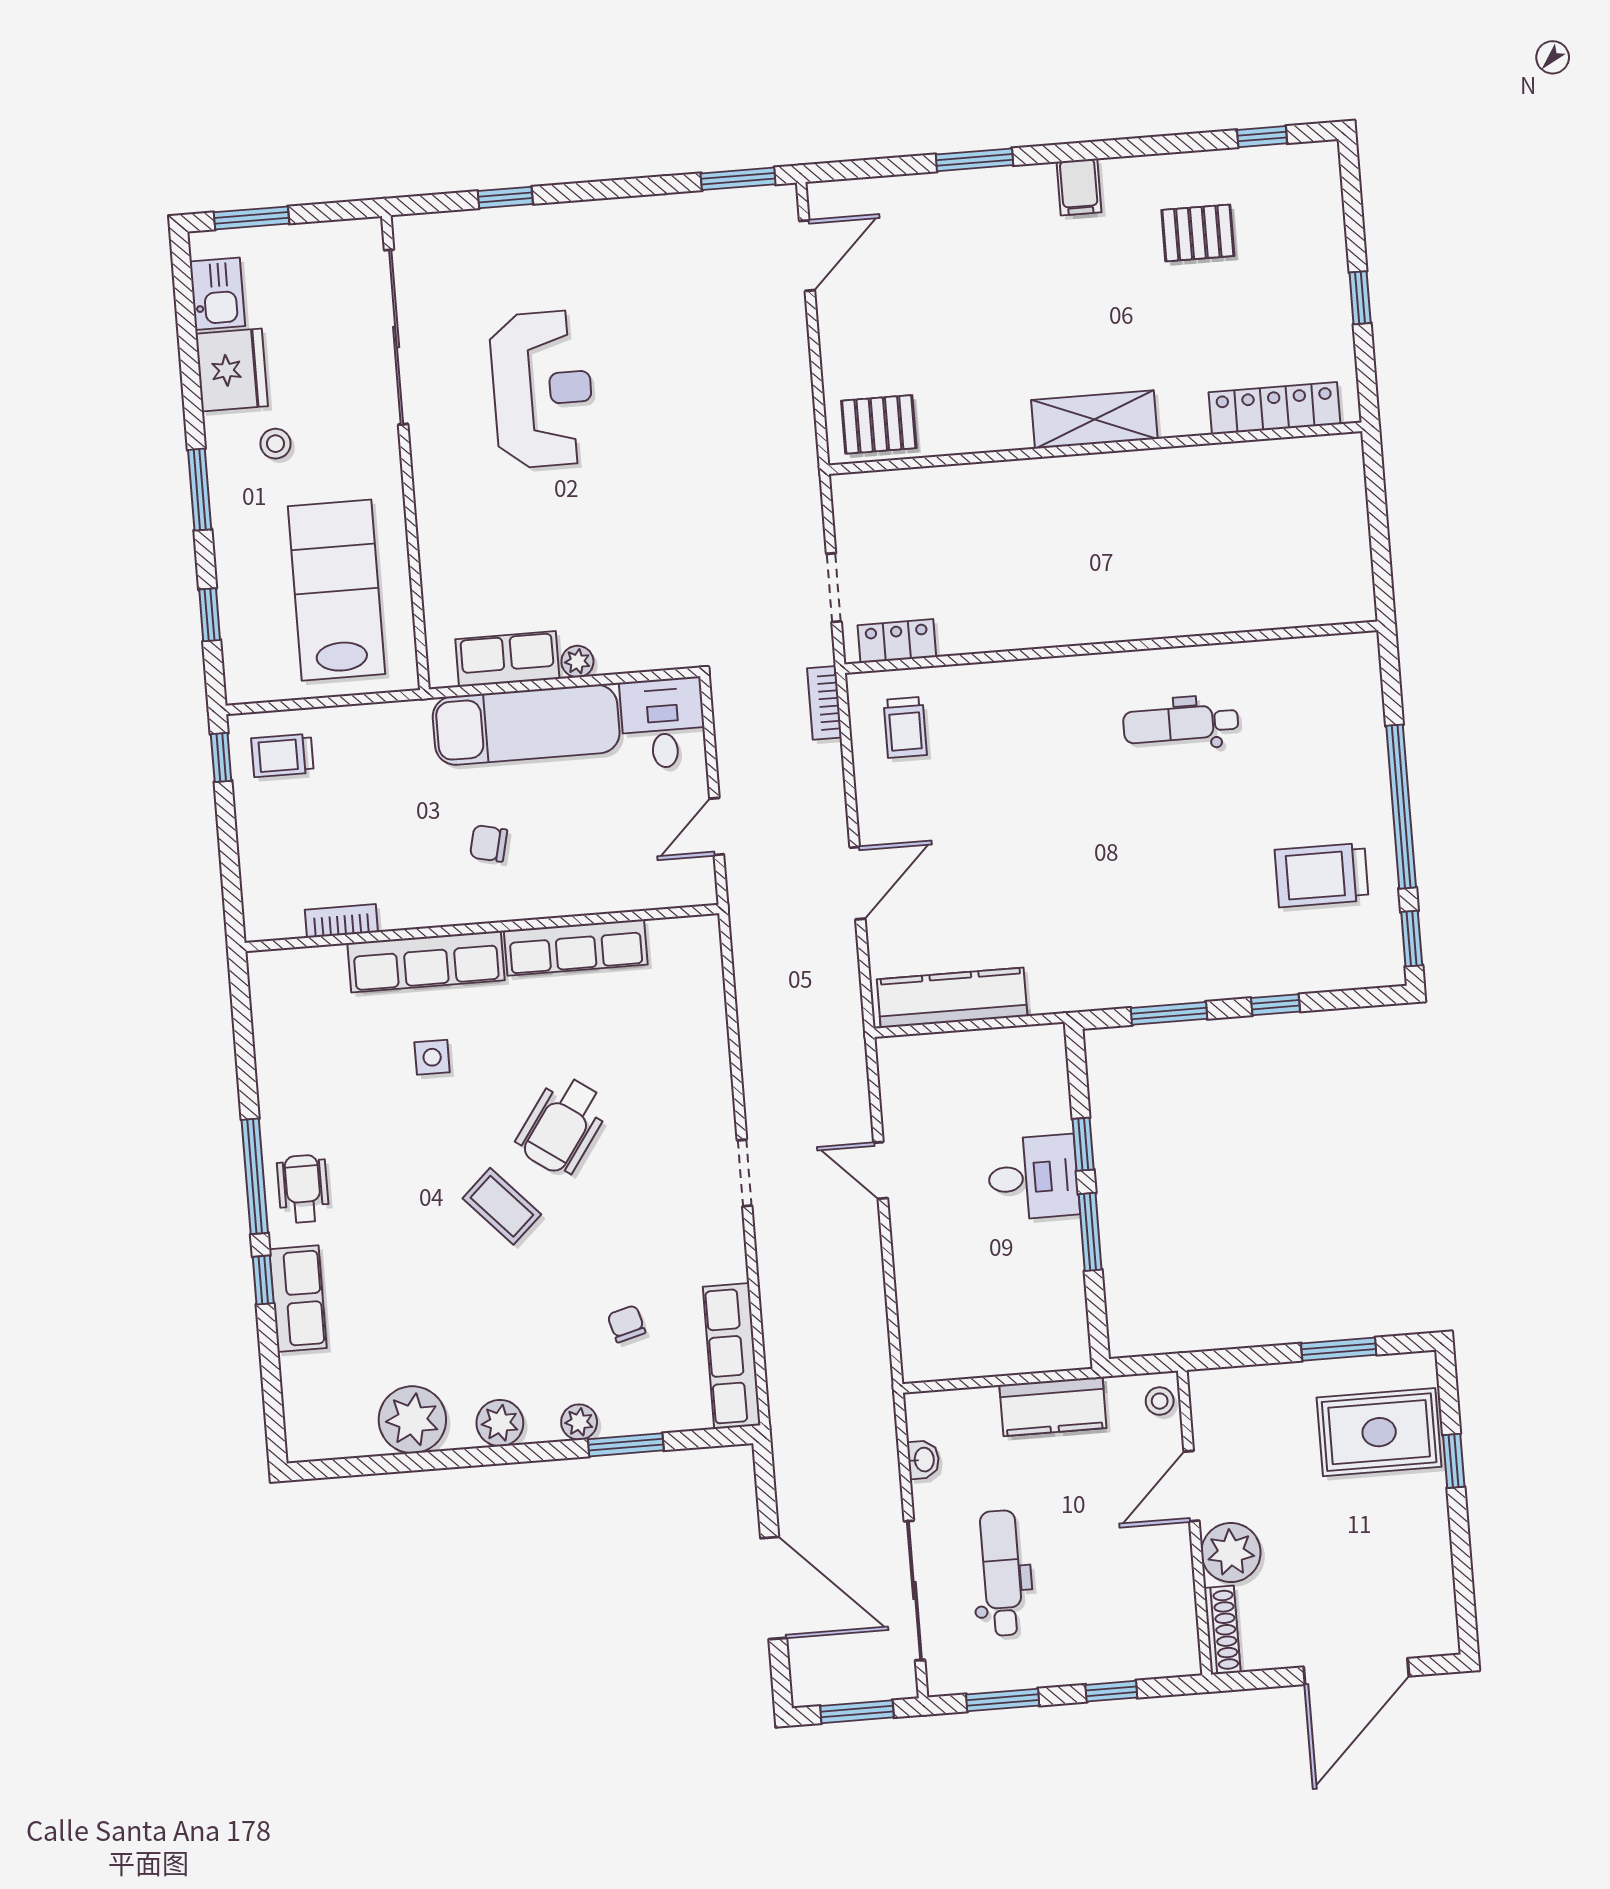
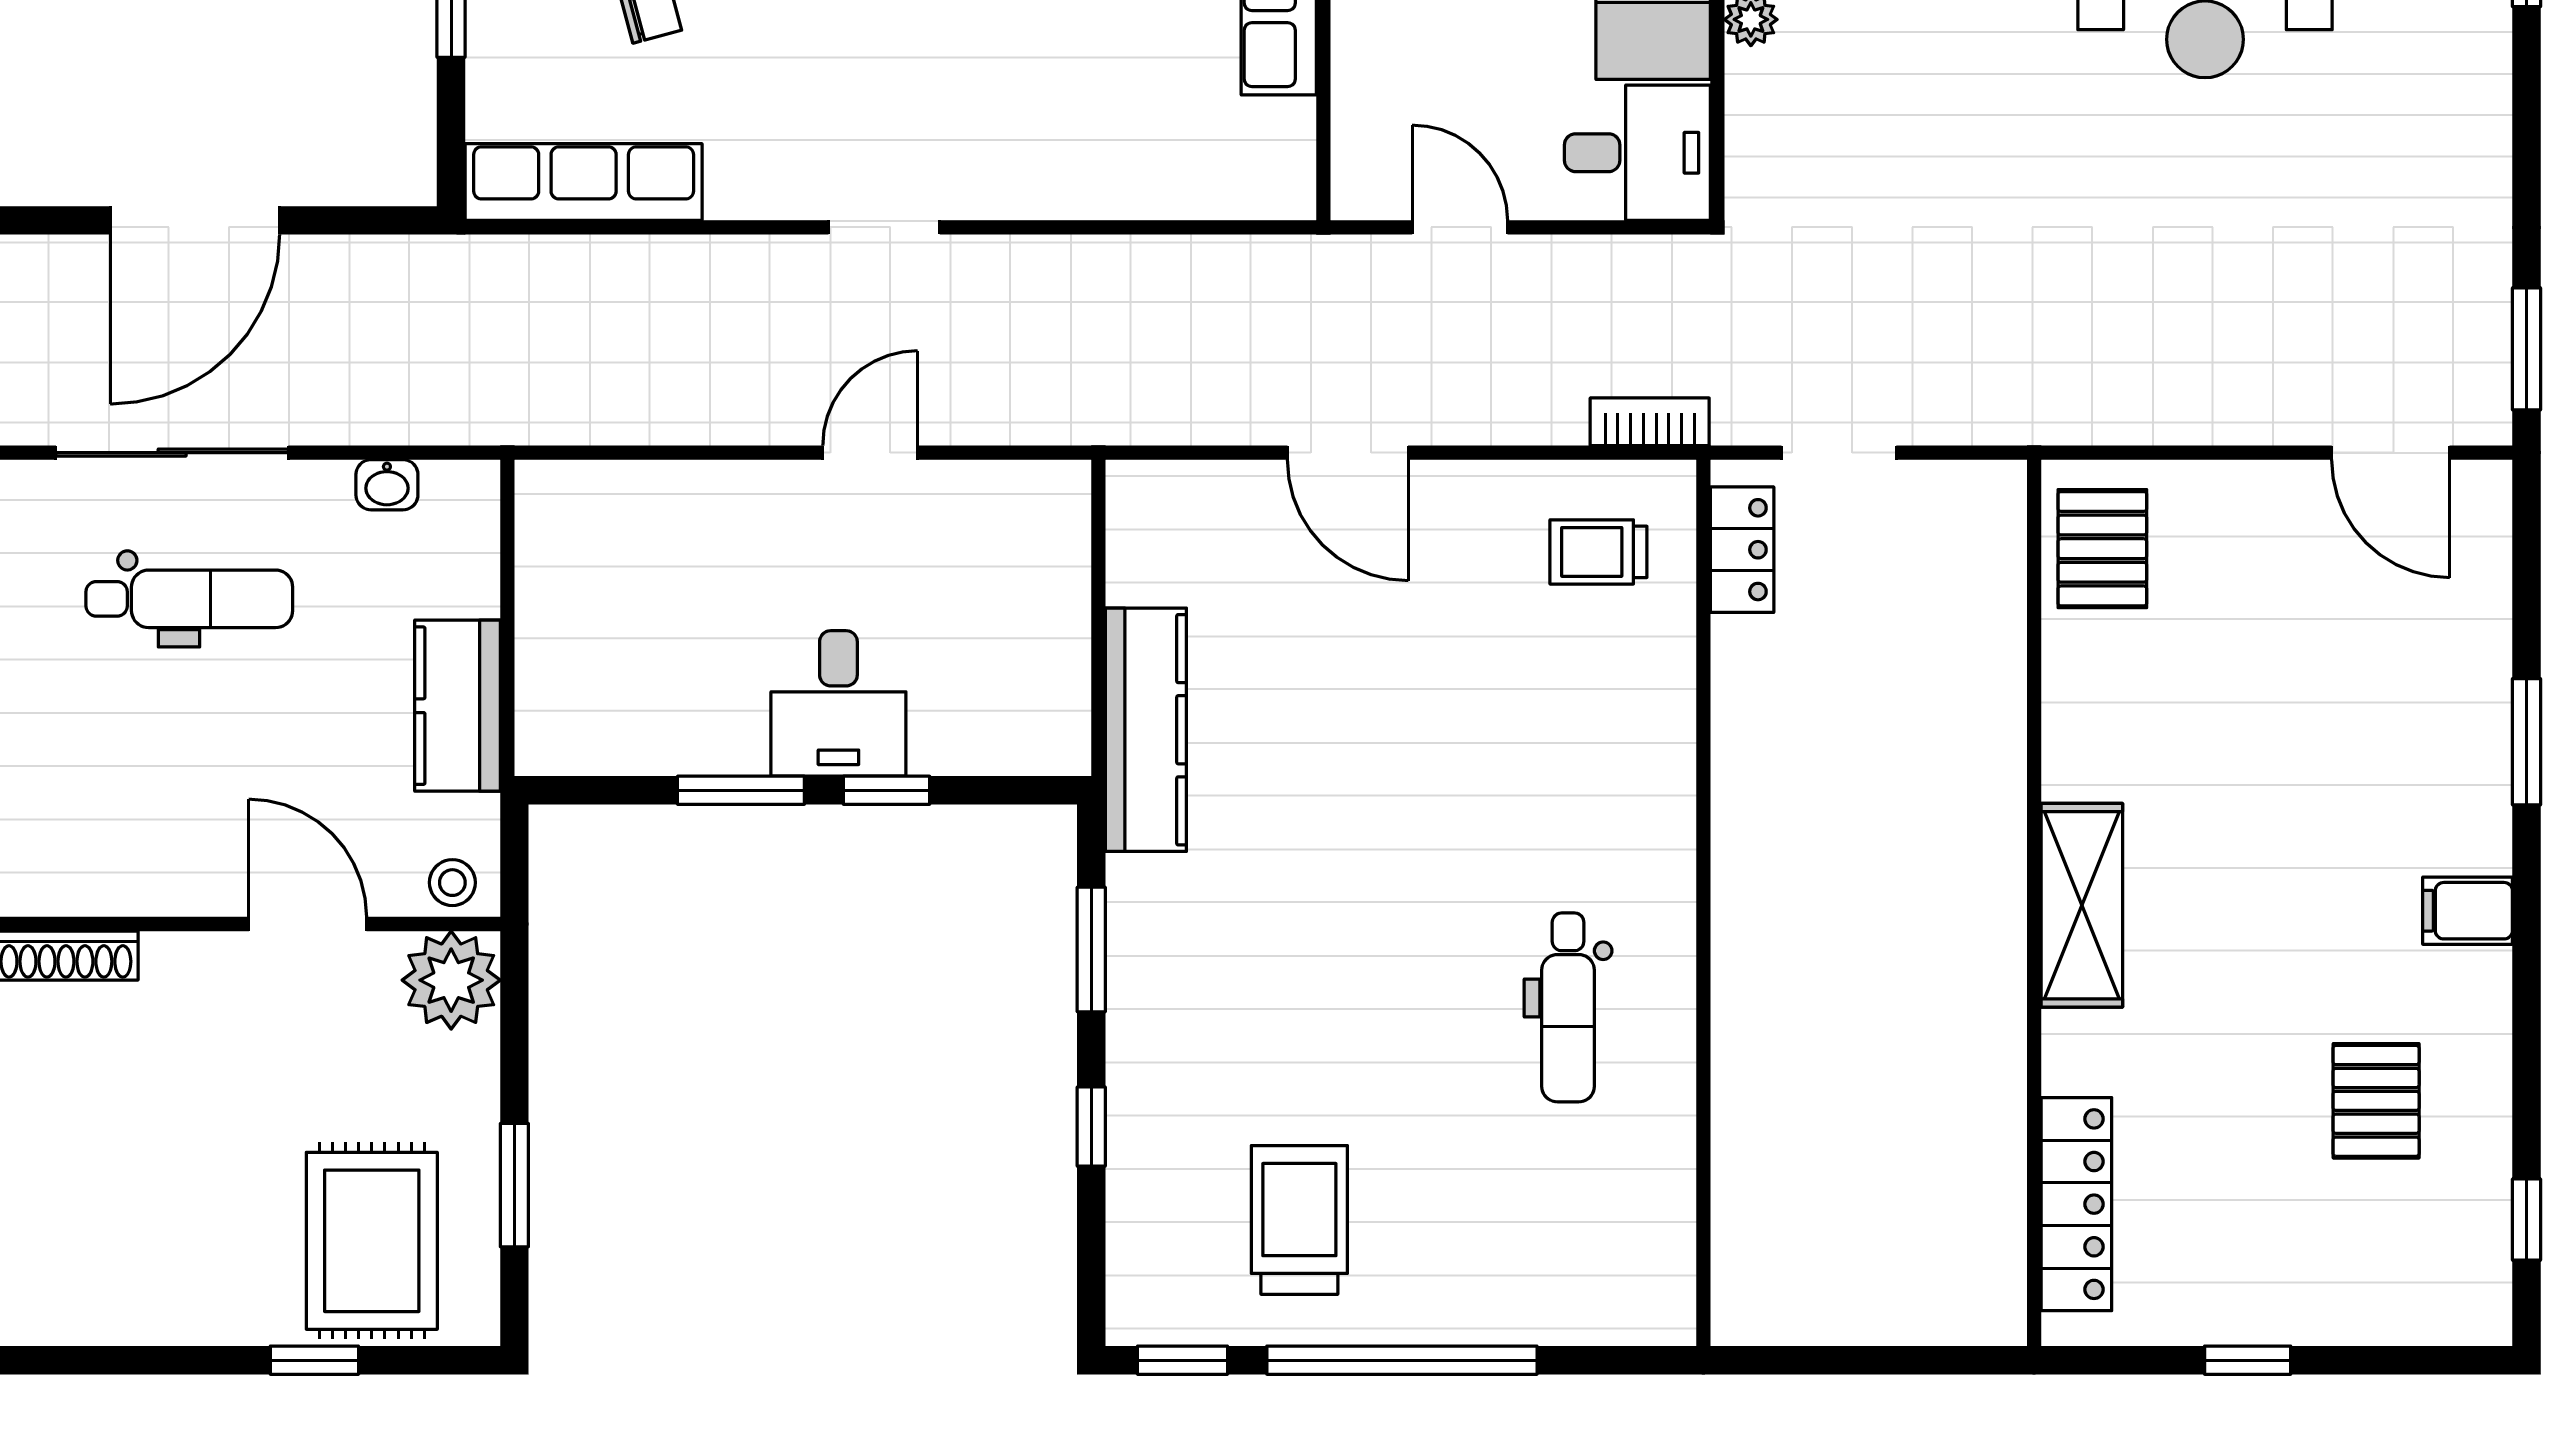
dental chair: (1181, 724) -> (1568, 1007), turned 180
kitchen counter: (952, 998) -> (1146, 730), moved
plant: (1231, 1552) -> (451, 980), moved

